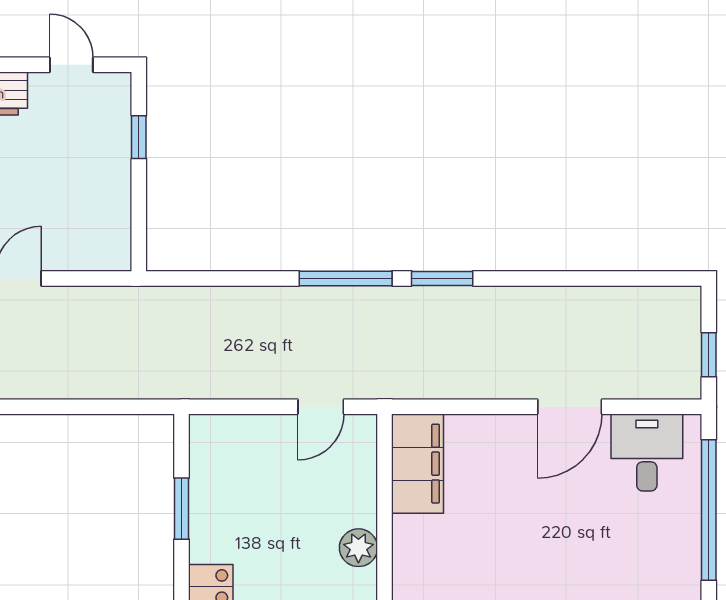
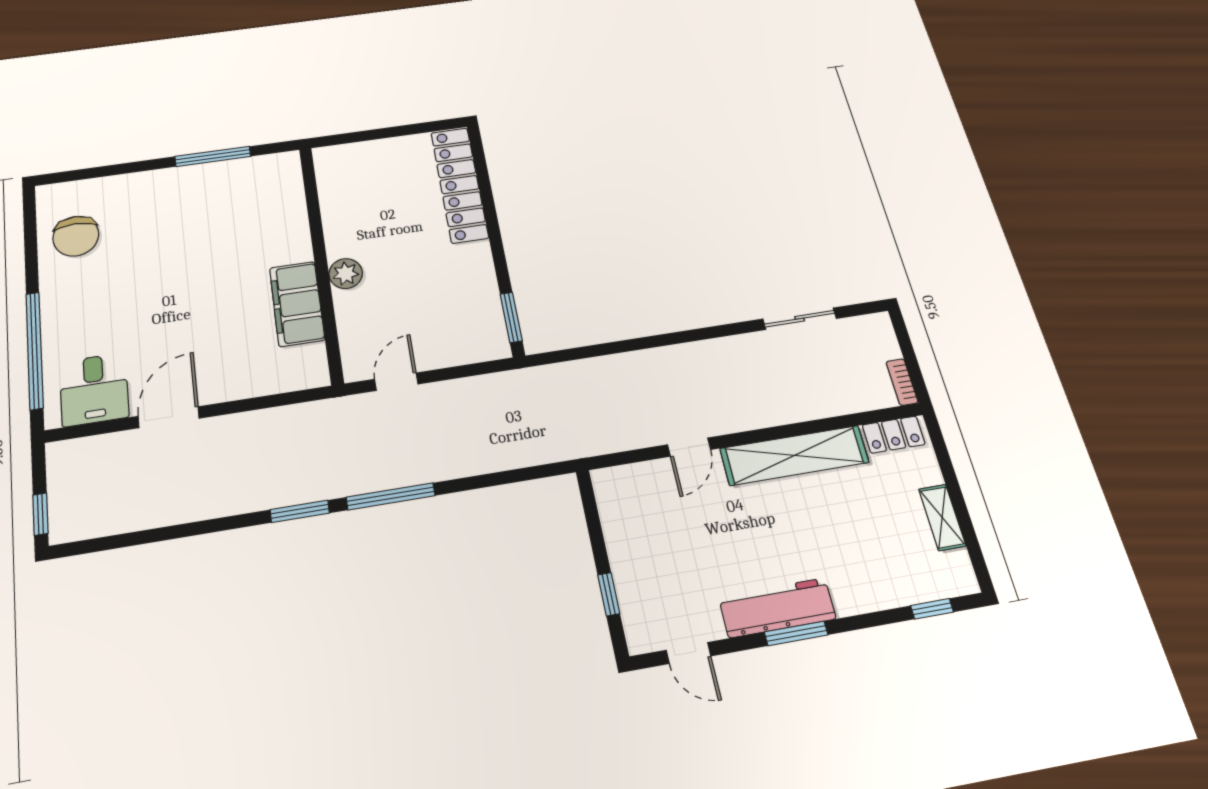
window: (709, 355) -> (40, 514), moved
filing cabinet: (418, 464) -> (297, 304), moved
window: (182, 509) -> (511, 317), moved

